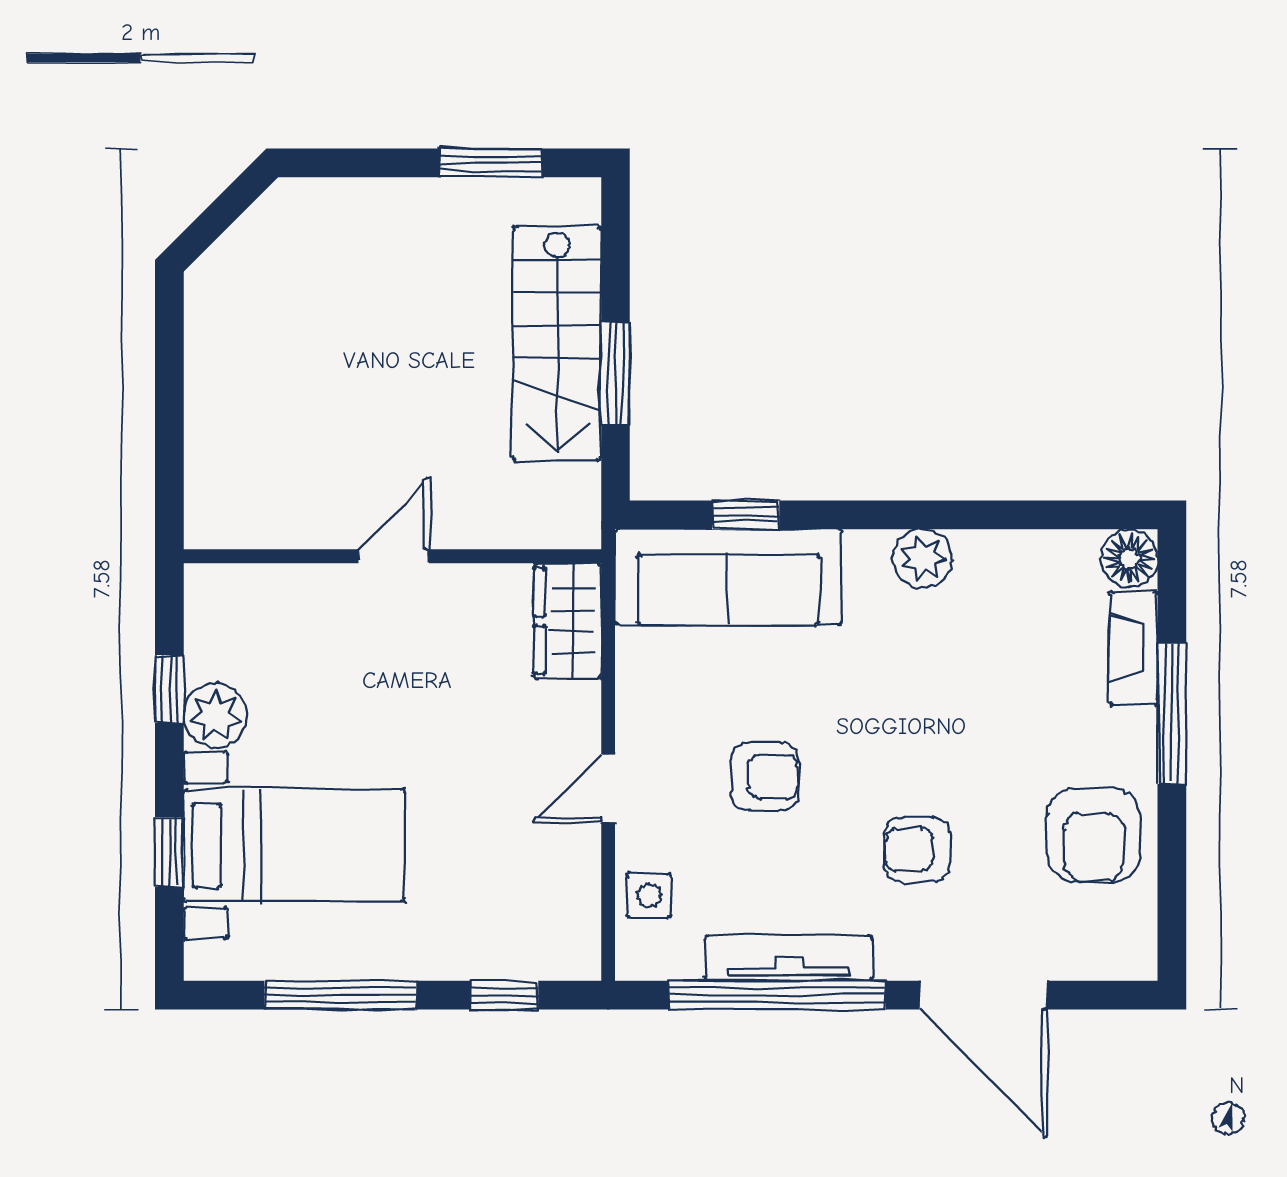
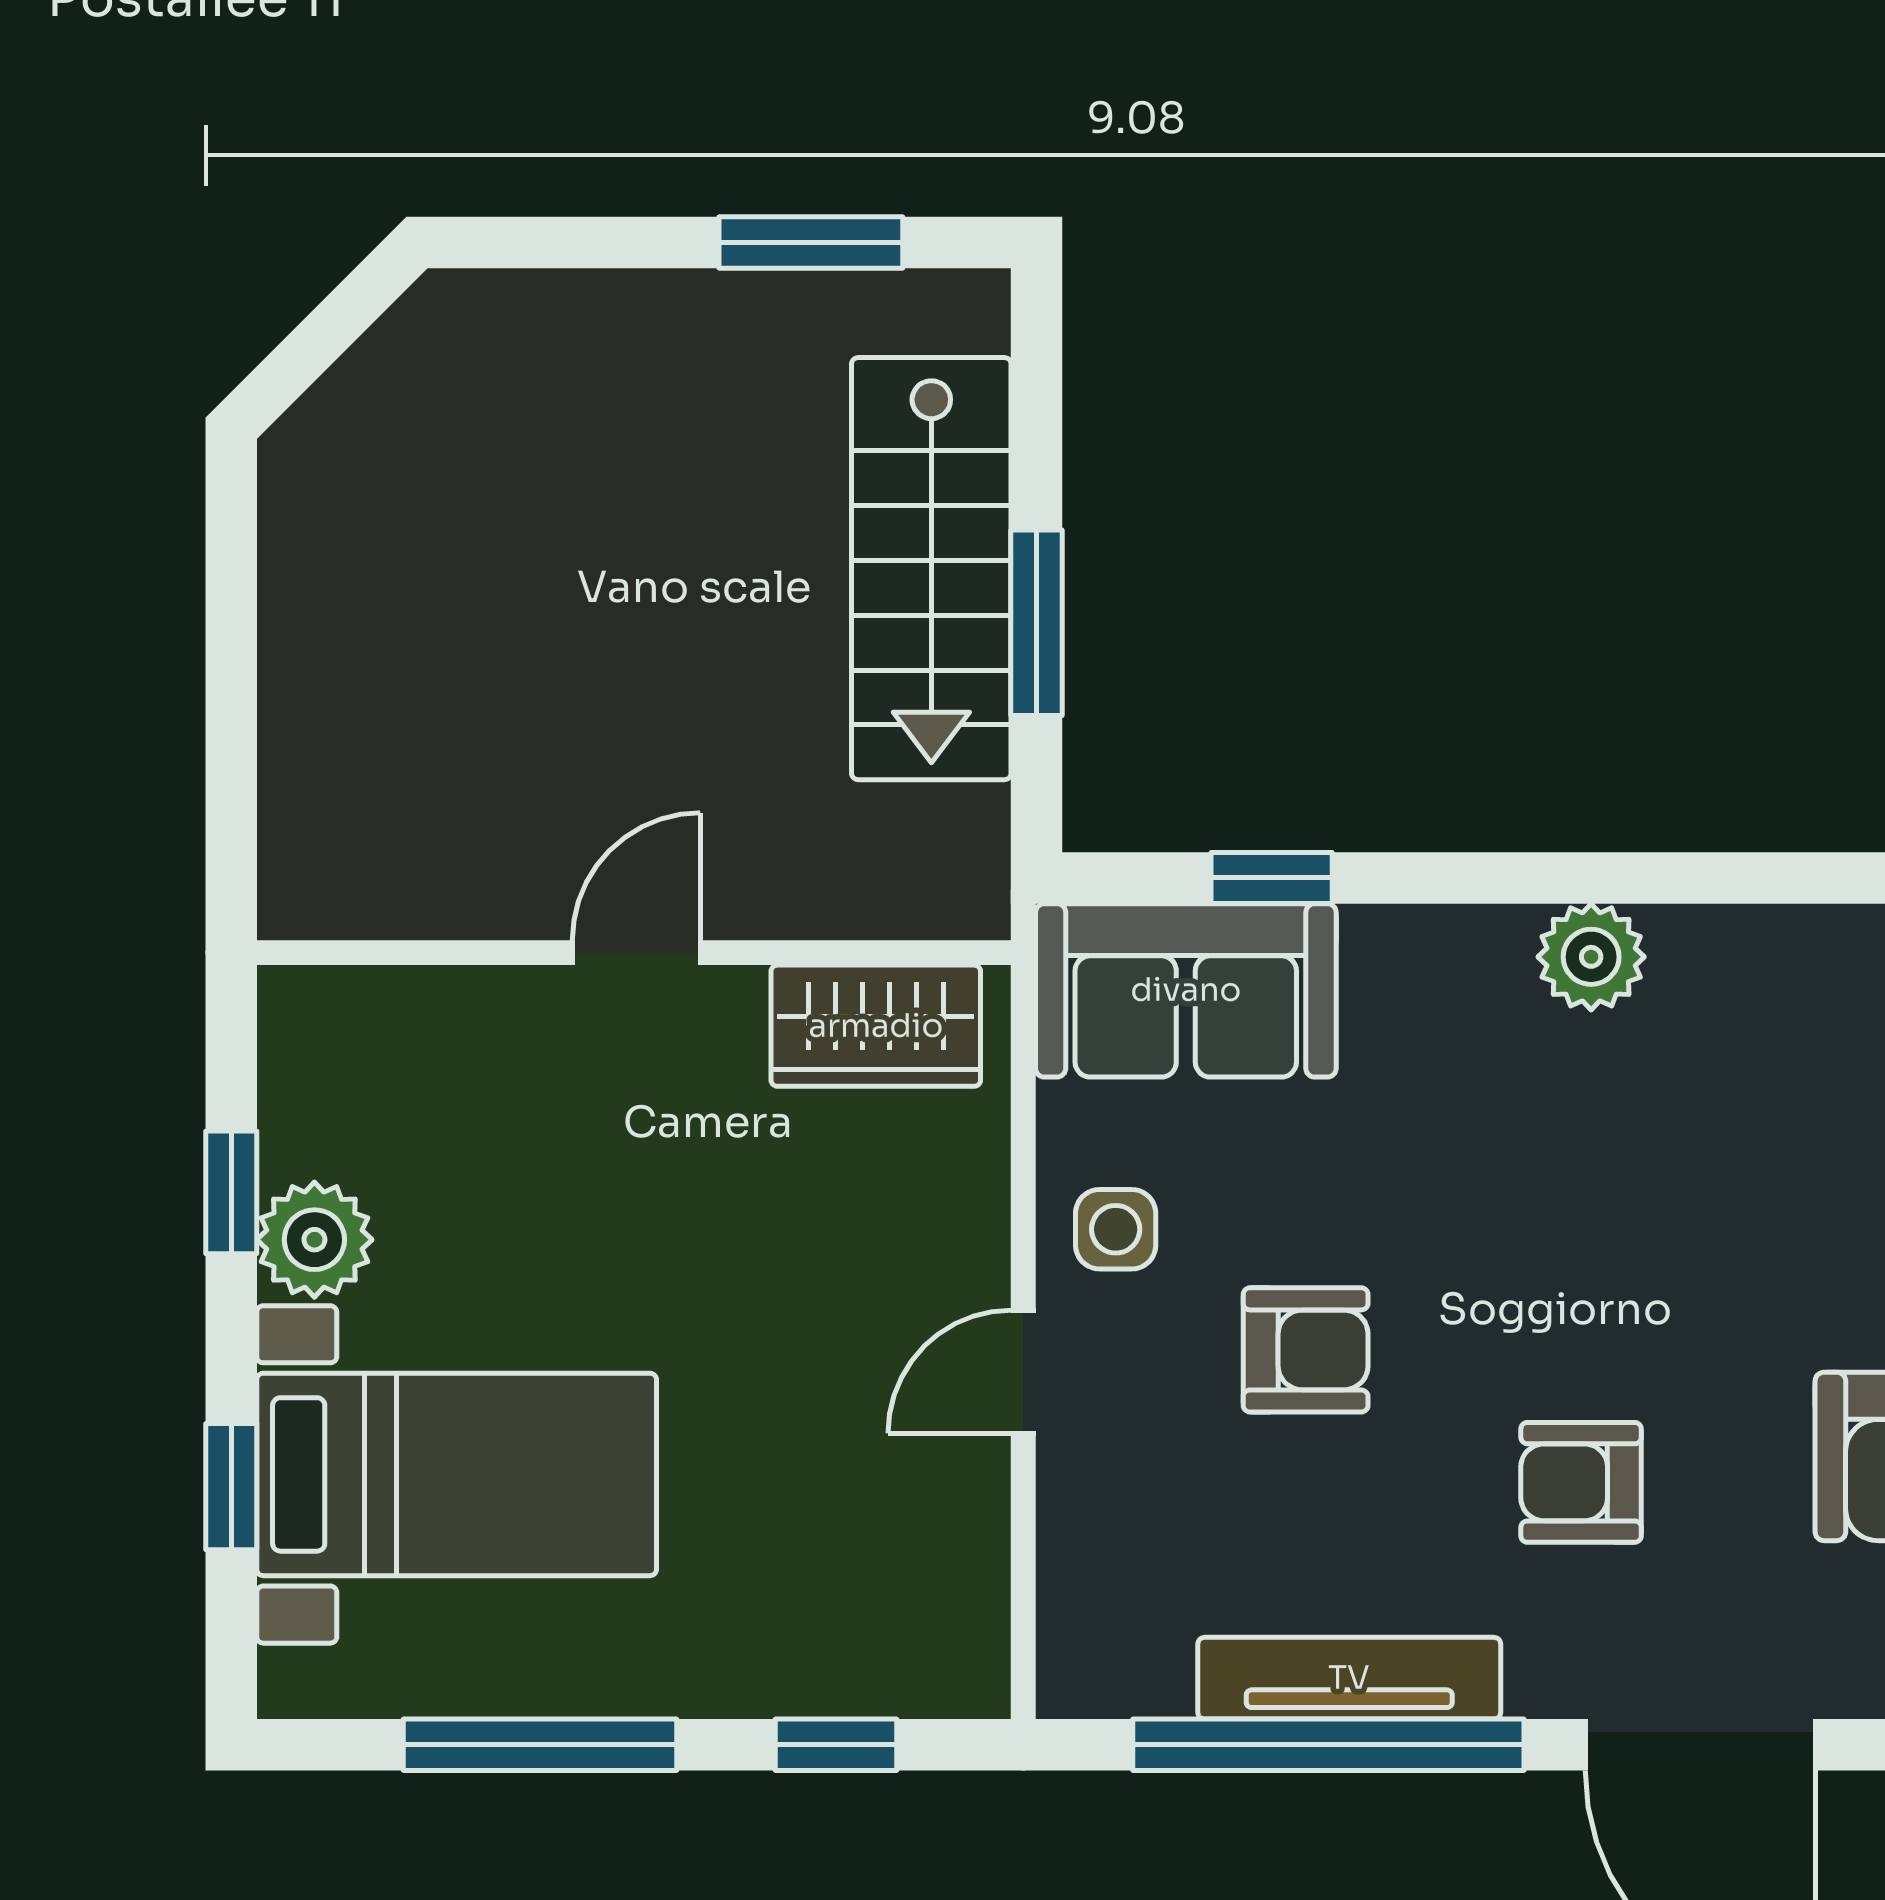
sofa: (728, 577) -> (1186, 990), width x0.73
wardrobe: (568, 621) -> (876, 1026), moved, turned -90
side table: (649, 895) -> (1116, 1229), moved

